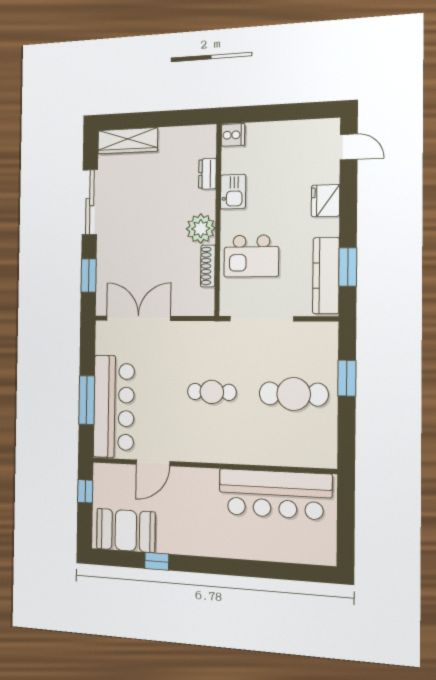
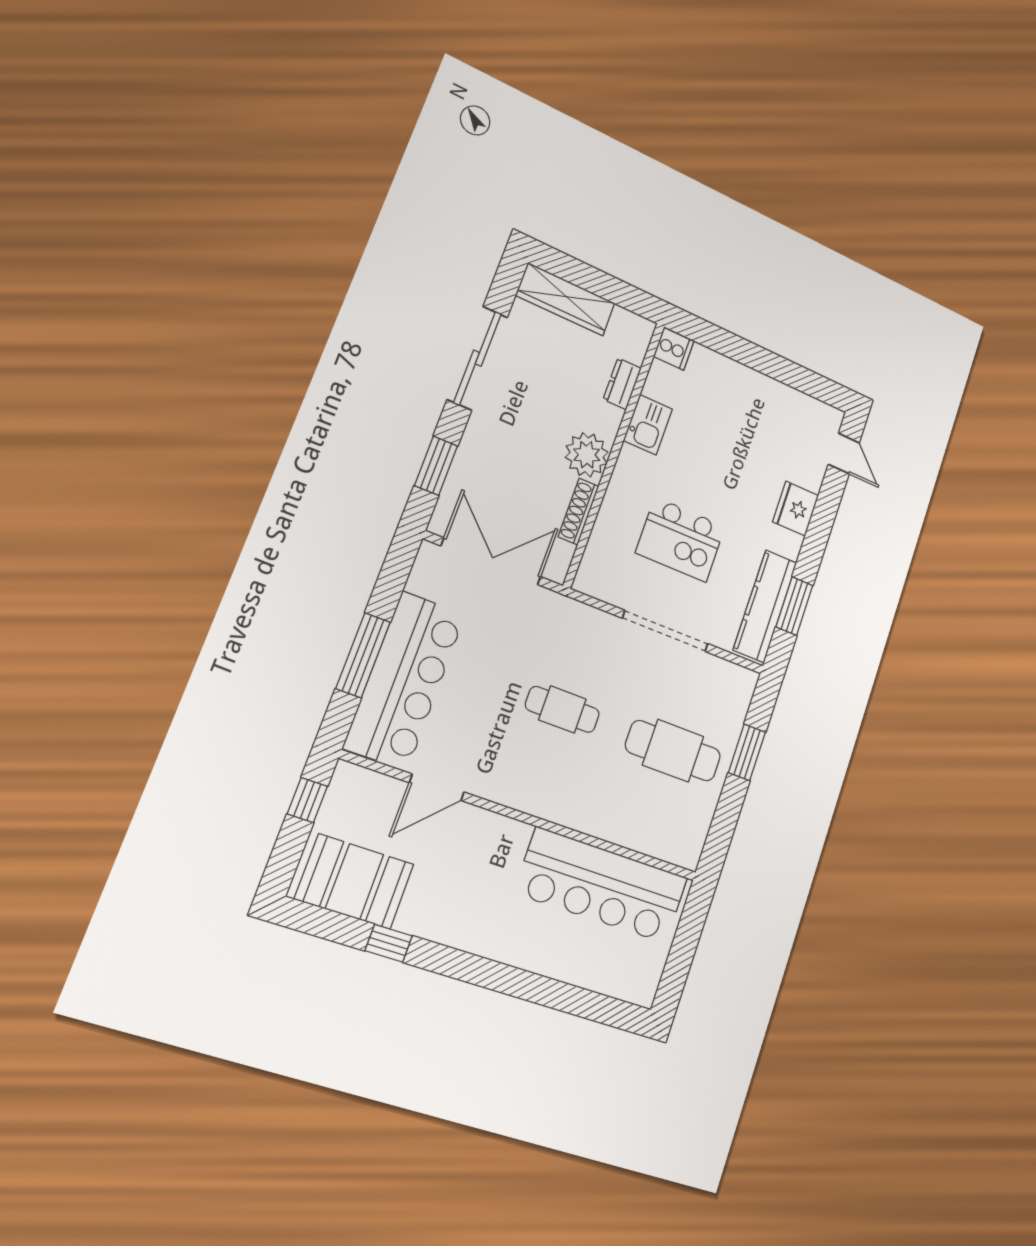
cooker: (233, 135) -> (674, 349), moved
dresser: (207, 174) -> (622, 384), moved
kitchen sink: (233, 192) -> (648, 425), moved
wall: (218, 220) -> (615, 454), moved
plant: (201, 229) -> (587, 455), moved
shoe rack: (208, 266) -> (579, 511), moved

